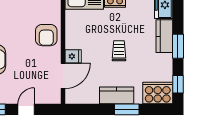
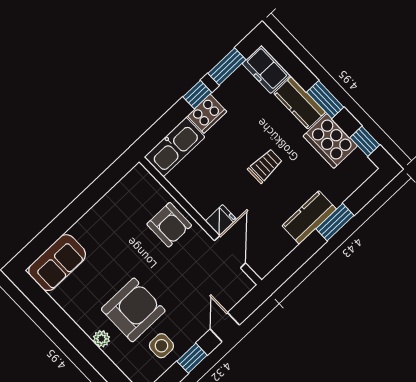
trolley: (119, 51) -> (265, 166), turned 90
cooker: (158, 93) -> (330, 141), moved, turned -90

